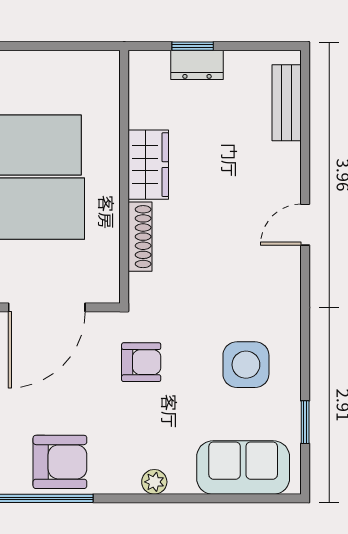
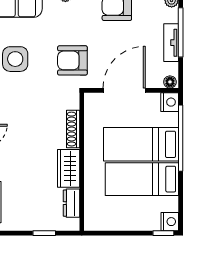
dresser: (197, 65) -> (71, 203), moved, turned -90
armchair: (141, 362) -> (72, 60), width x1.38, depth x1.38

